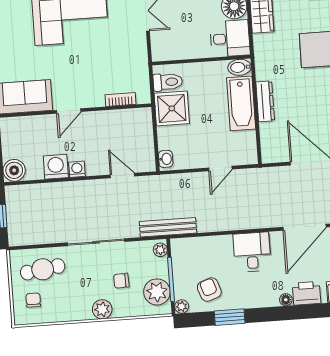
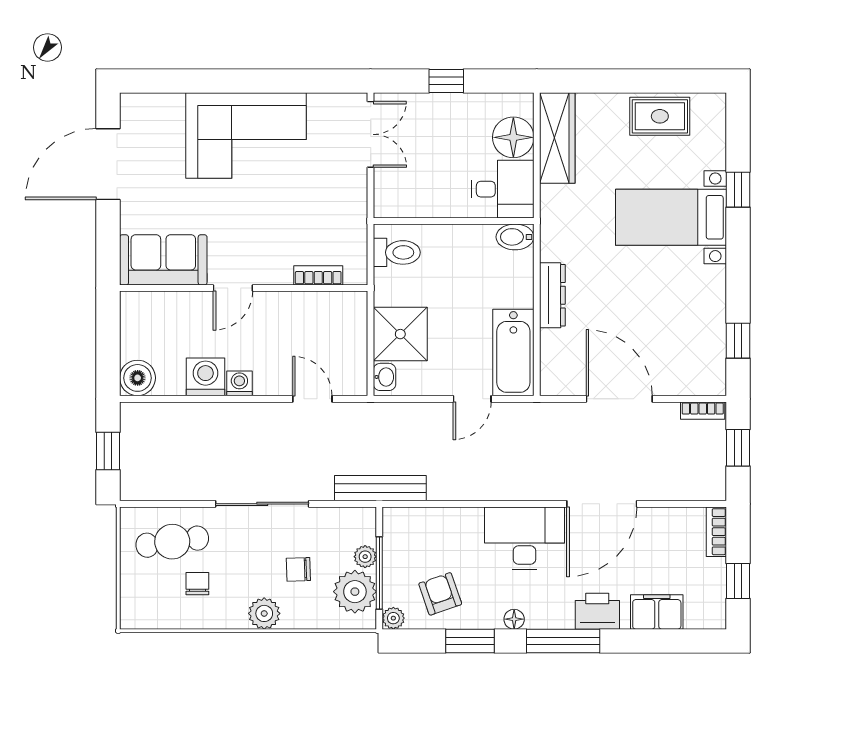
bathtub: (241, 103) -> (513, 353), moved
shower: (172, 108) -> (400, 334), moved
plant: (160, 250) -> (365, 557), moved
desk: (252, 252) -> (524, 538), width x1.37
chair: (33, 300) -> (197, 584), moved
floor lamp: (286, 300) -> (514, 619), moved
window: (287, 313) -> (563, 641), added

